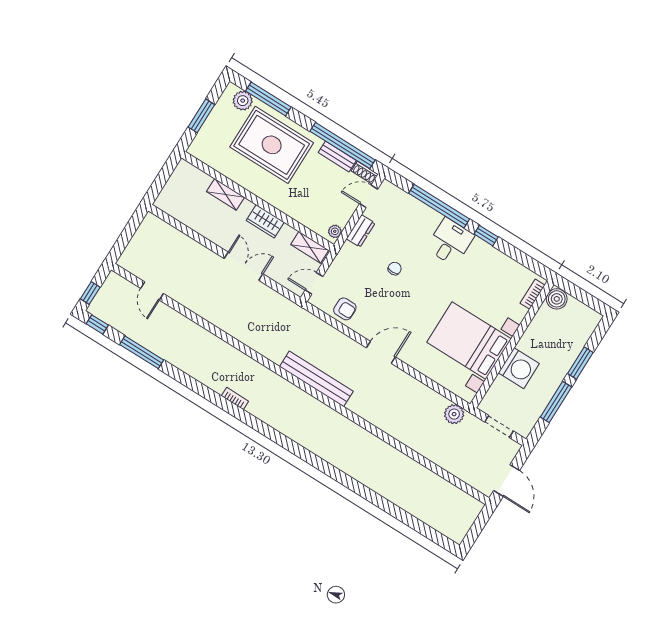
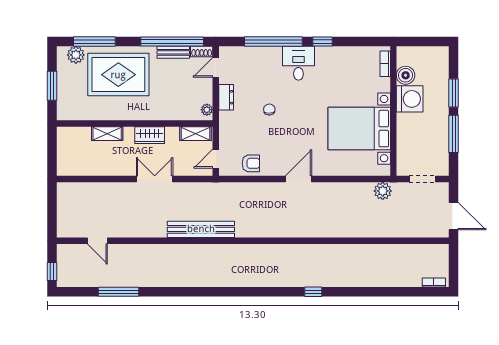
boiler: (557, 299) -> (406, 75), moved
window: (97, 324) -> (313, 292), moved
washing machine: (519, 368) -> (410, 99), moved
bench: (316, 379) -> (201, 229), moved
bookcase: (235, 399) -> (434, 283), moved

